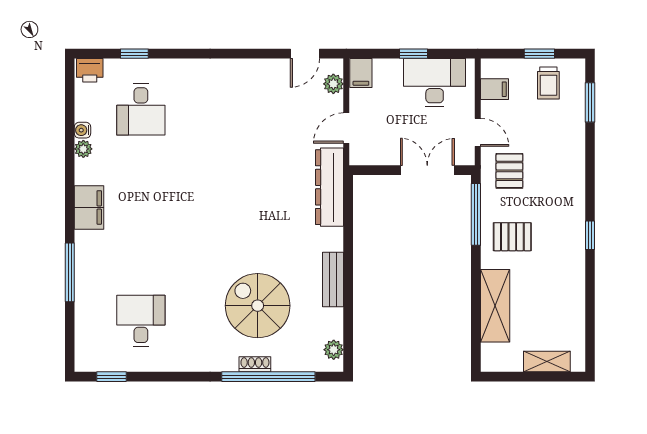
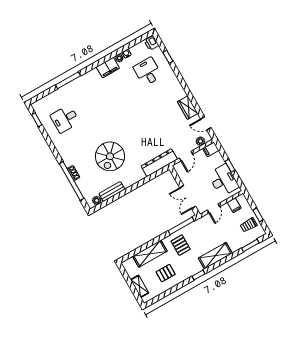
wardrobe: (254, 72) -> (188, 108), added
desk: (141, 109) -> (148, 72), turned 90
door: (346, 128) -> (186, 156), swing flipped
double door: (427, 170) -> (188, 197), swing flipped
pallet: (509, 171) -> (166, 273), moved
shelving: (571, 181) -> (215, 256), added
filing cabinet: (89, 207) -> (108, 68), moved
bench: (333, 280) -> (112, 192), moved
spiral stairs: (258, 306) -> (110, 156), moved, turned 180
desk: (141, 321) -> (65, 119), turned 180

